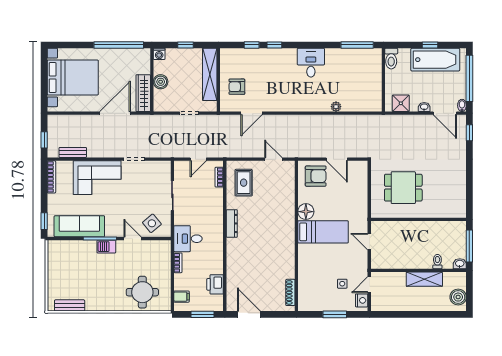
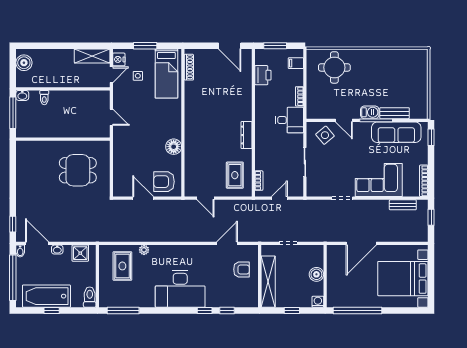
desk: (311, 63) -> (180, 289), width x1.87, depth x1.30
rug: (358, 90) -> (122, 266), added
wardrobe: (143, 93) -> (334, 263), removed
bed: (323, 232) -> (166, 74), moved, turned -90
shelving: (424, 279) -> (92, 56), moved
bench: (70, 305) -> (395, 113), moved

